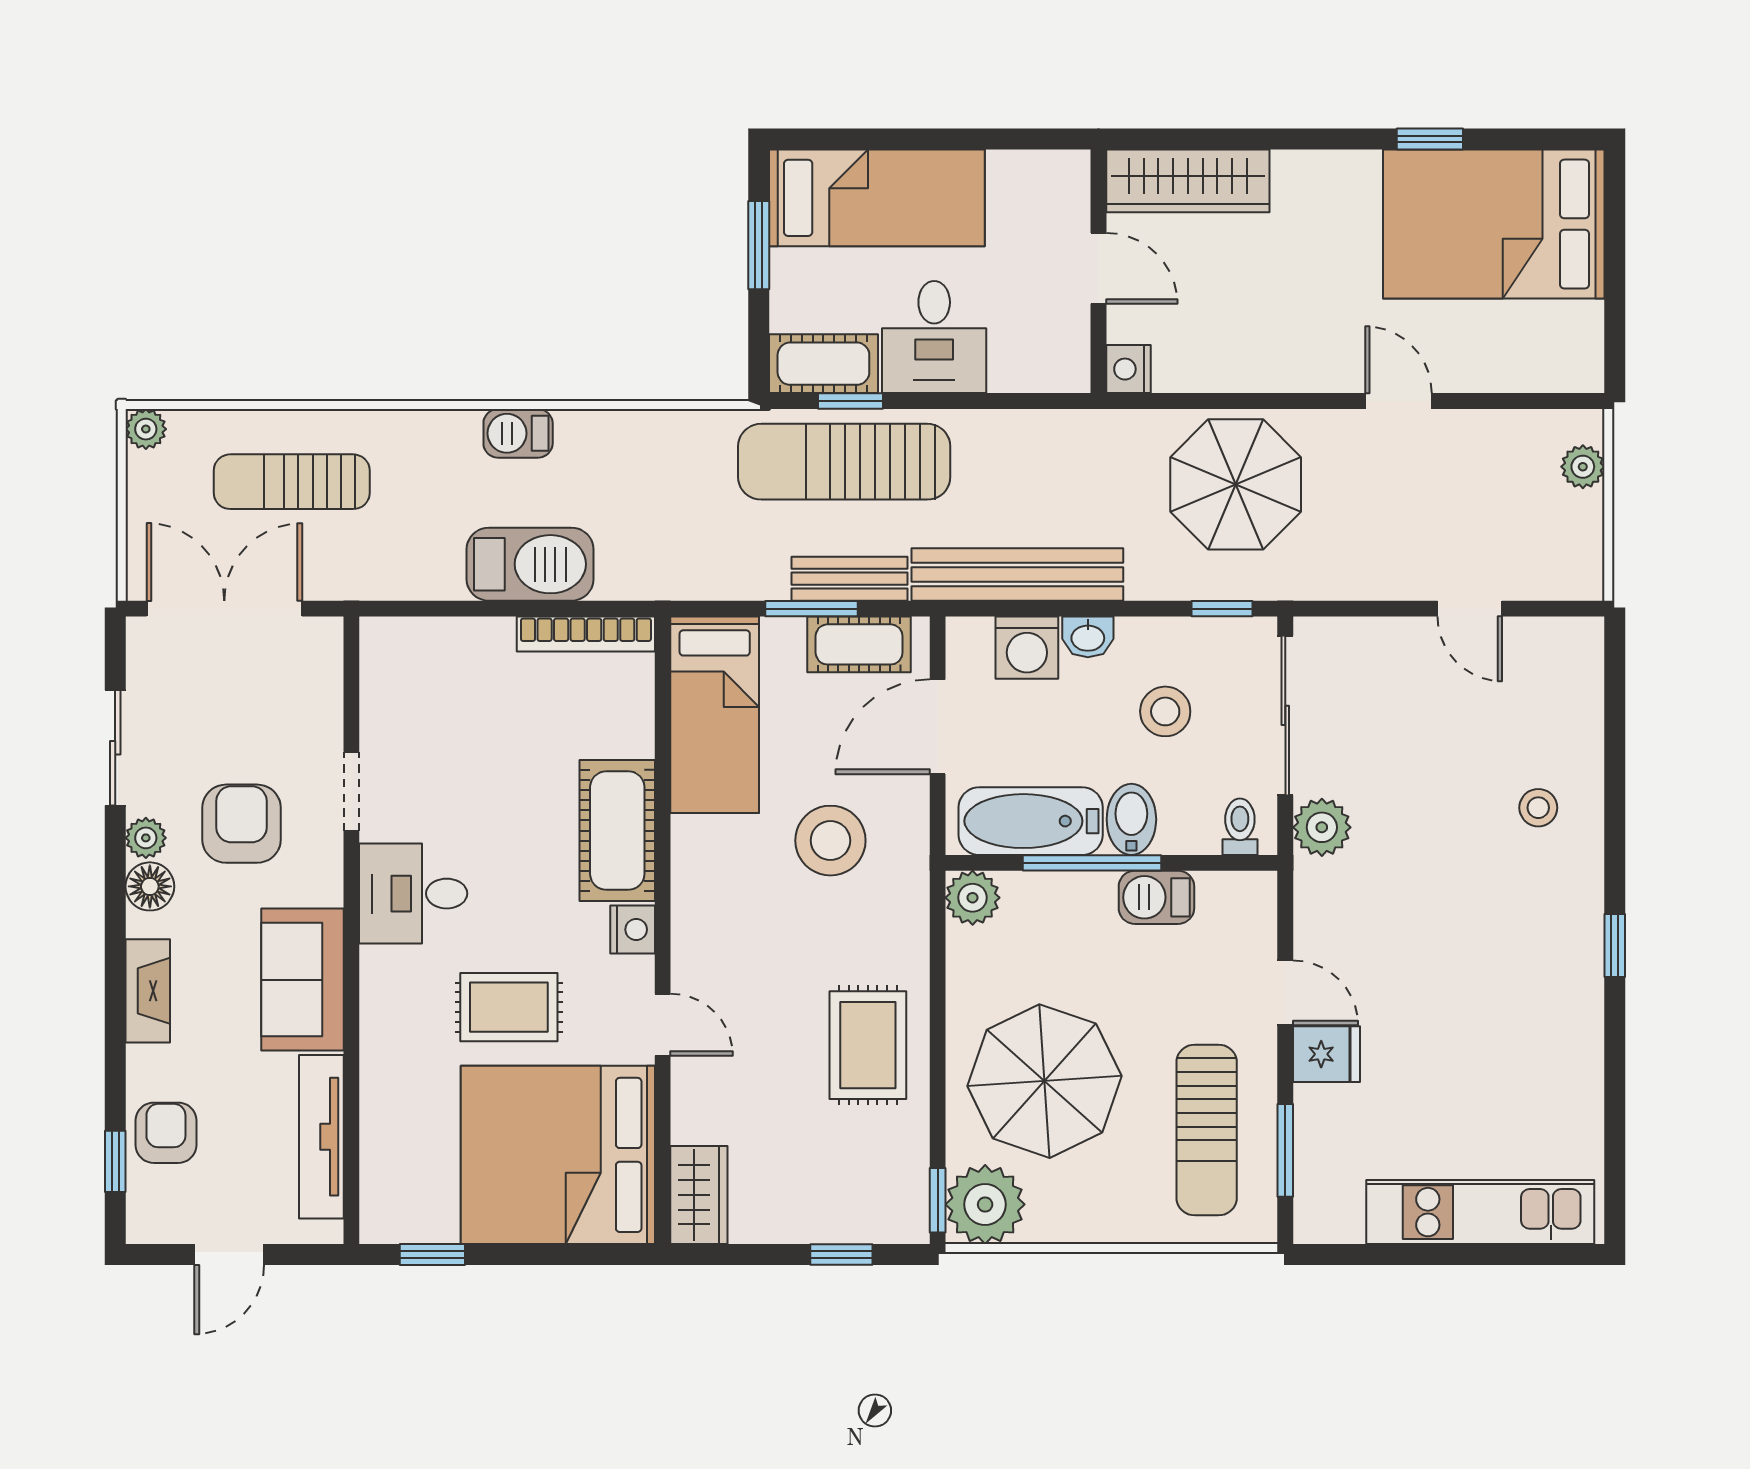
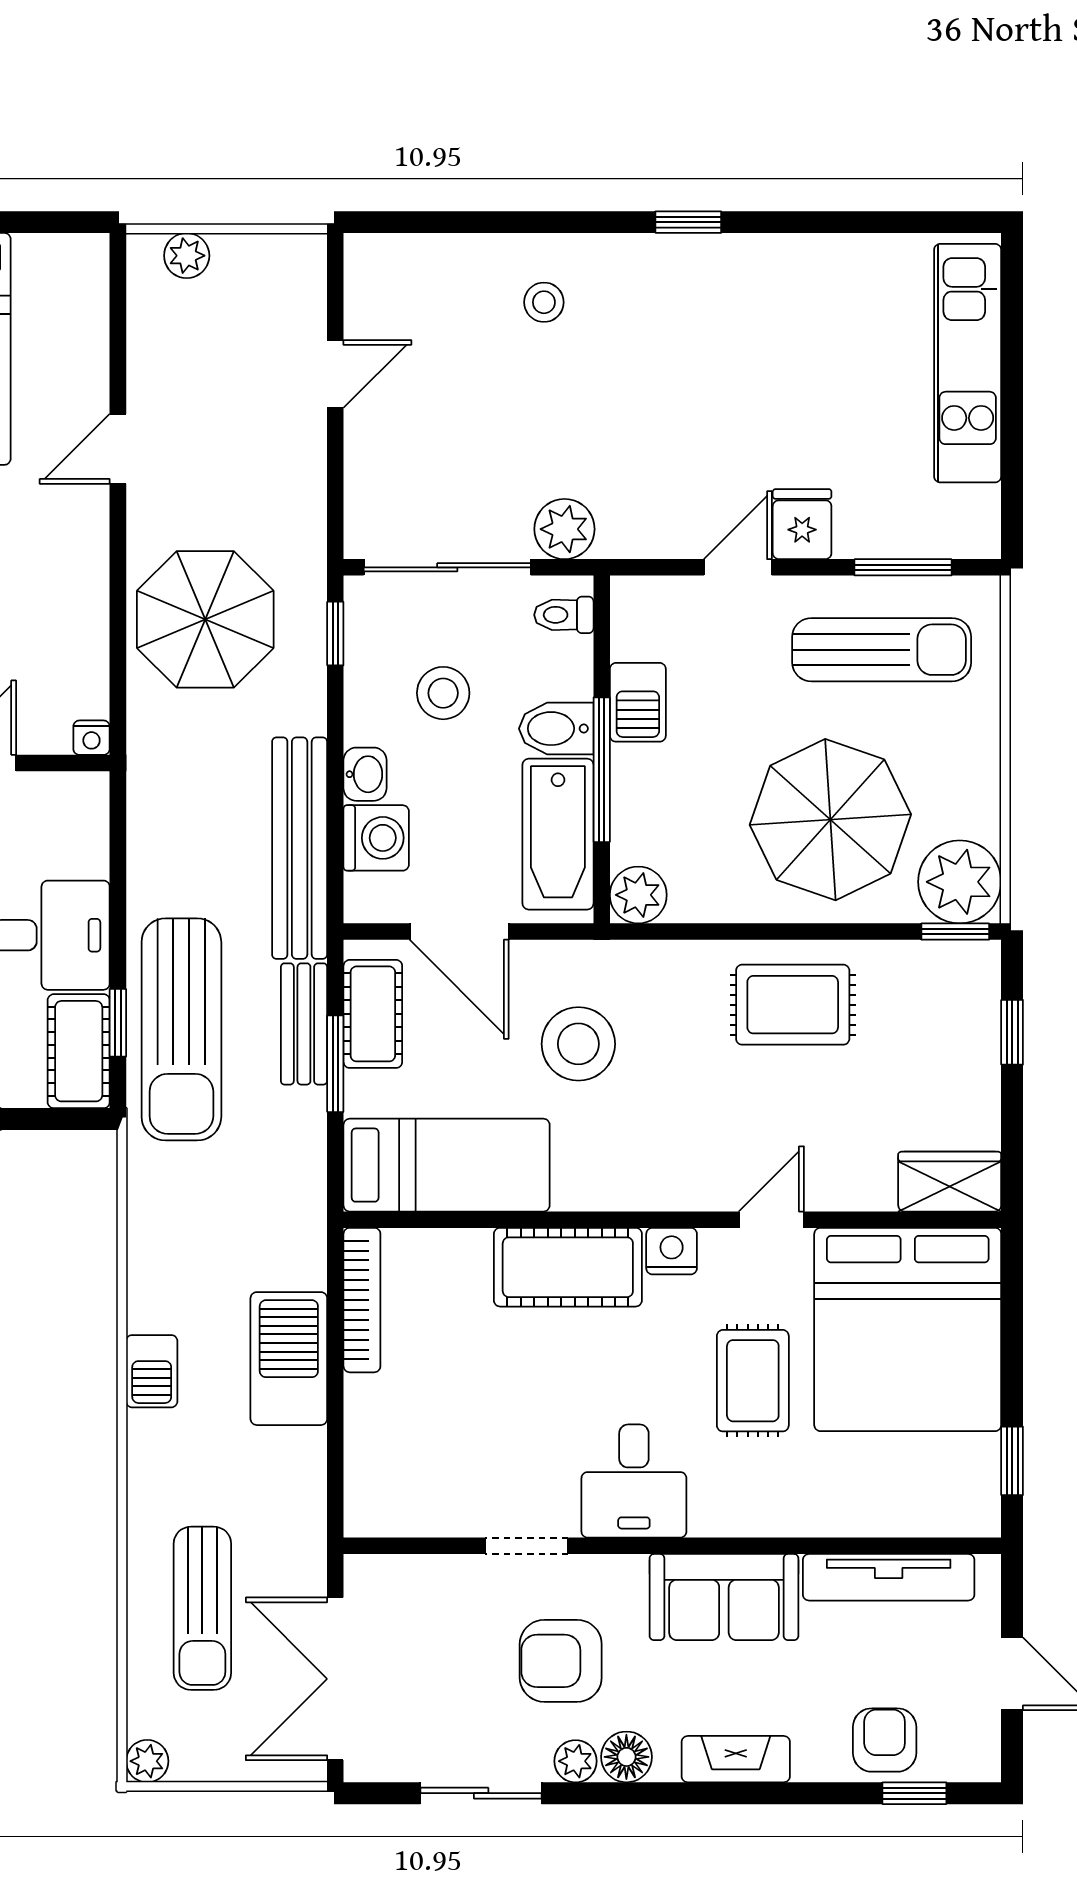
nightstand: (1128, 369) -> (91, 738), width x0.72, depth x0.74
armchair: (166, 1133) -> (885, 1740), turned 90

